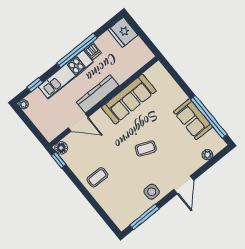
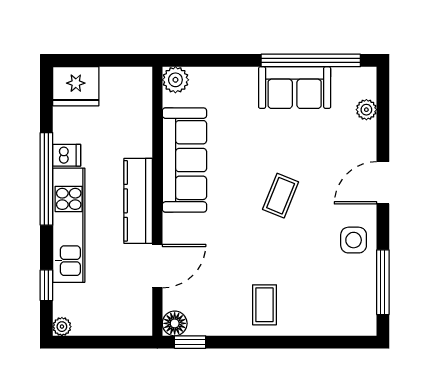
plant: (158, 70) -> (175, 80), added
door: (184, 185) -> (383, 183), swing flipped

